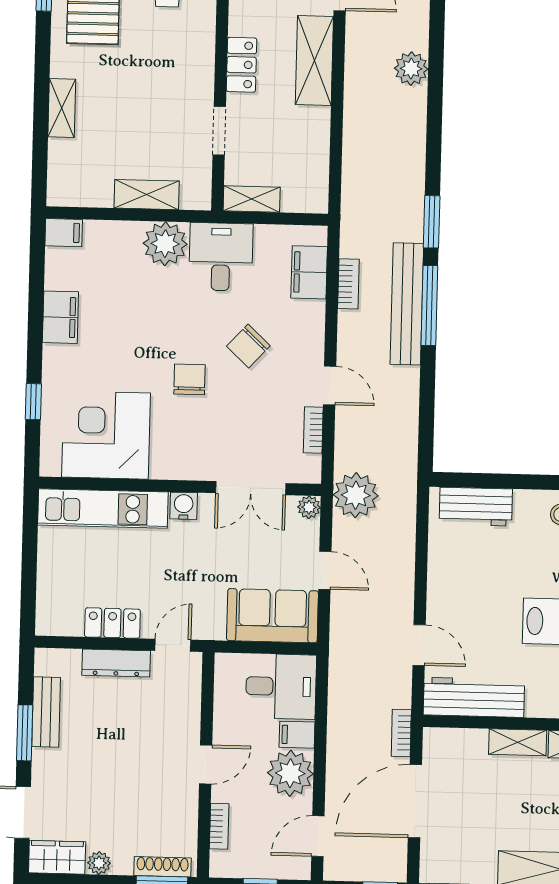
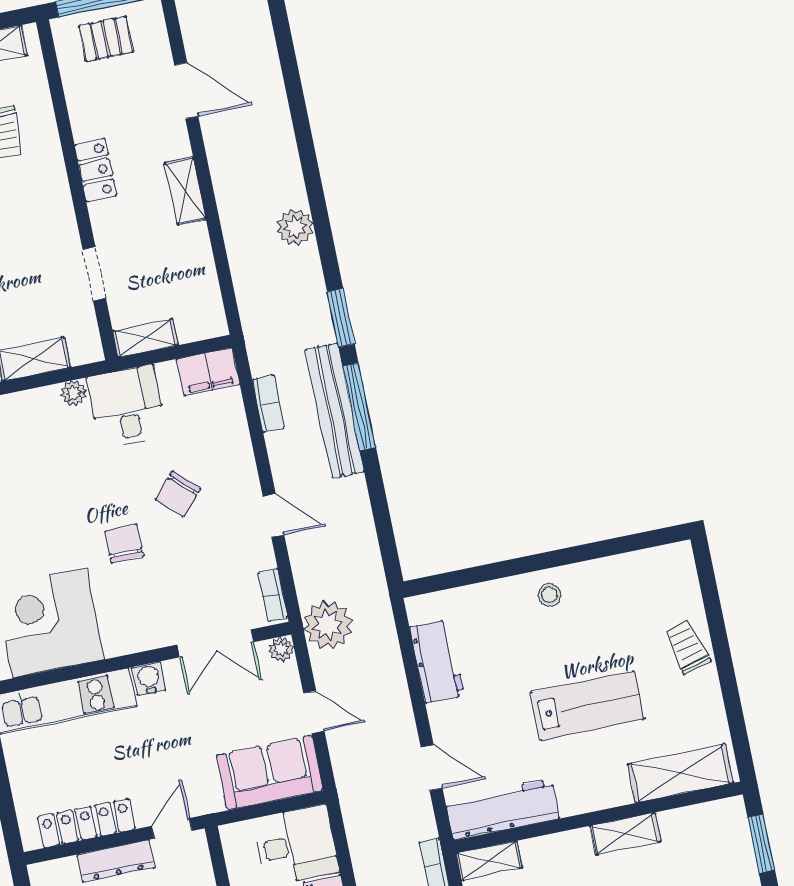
shelving: (314, 60) -> (185, 191), width x0.67, depth x0.75
locker: (242, 65) -> (96, 170), moved
plant: (411, 69) -> (295, 227), moved
plant: (165, 244) -> (74, 393), width x0.53, depth x0.53
filing cabinet: (309, 272) -> (208, 372), moved, turned -90
bookcase: (313, 430) -> (273, 595), moved
workbench: (476, 507) -> (437, 661), moved, turned -90
locker: (112, 623) -> (86, 823), width x1.53
shelving: (518, 742) -> (489, 861), moved

